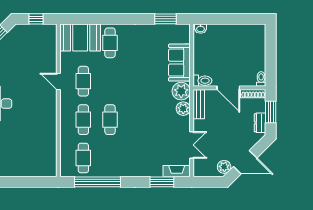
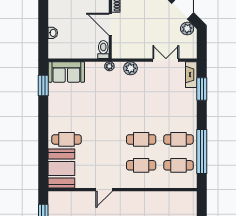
washbasin: (201, 29) -> (53, 33), moved
sofa: (179, 63) -> (66, 72), moved
cafe table: (83, 81) -> (179, 139), moved
door: (228, 88) -> (110, 24), swing flipped
plant: (181, 91) -> (109, 66), width x0.53, depth x0.53
bench: (199, 104) -> (126, 53), removed

